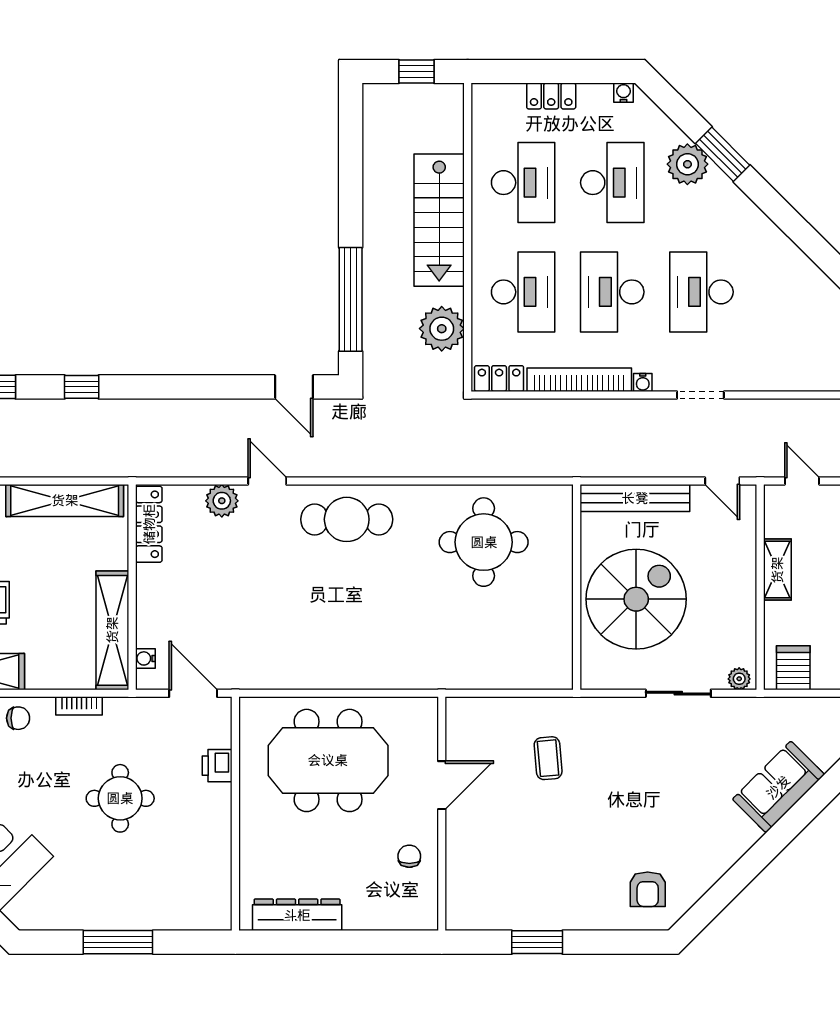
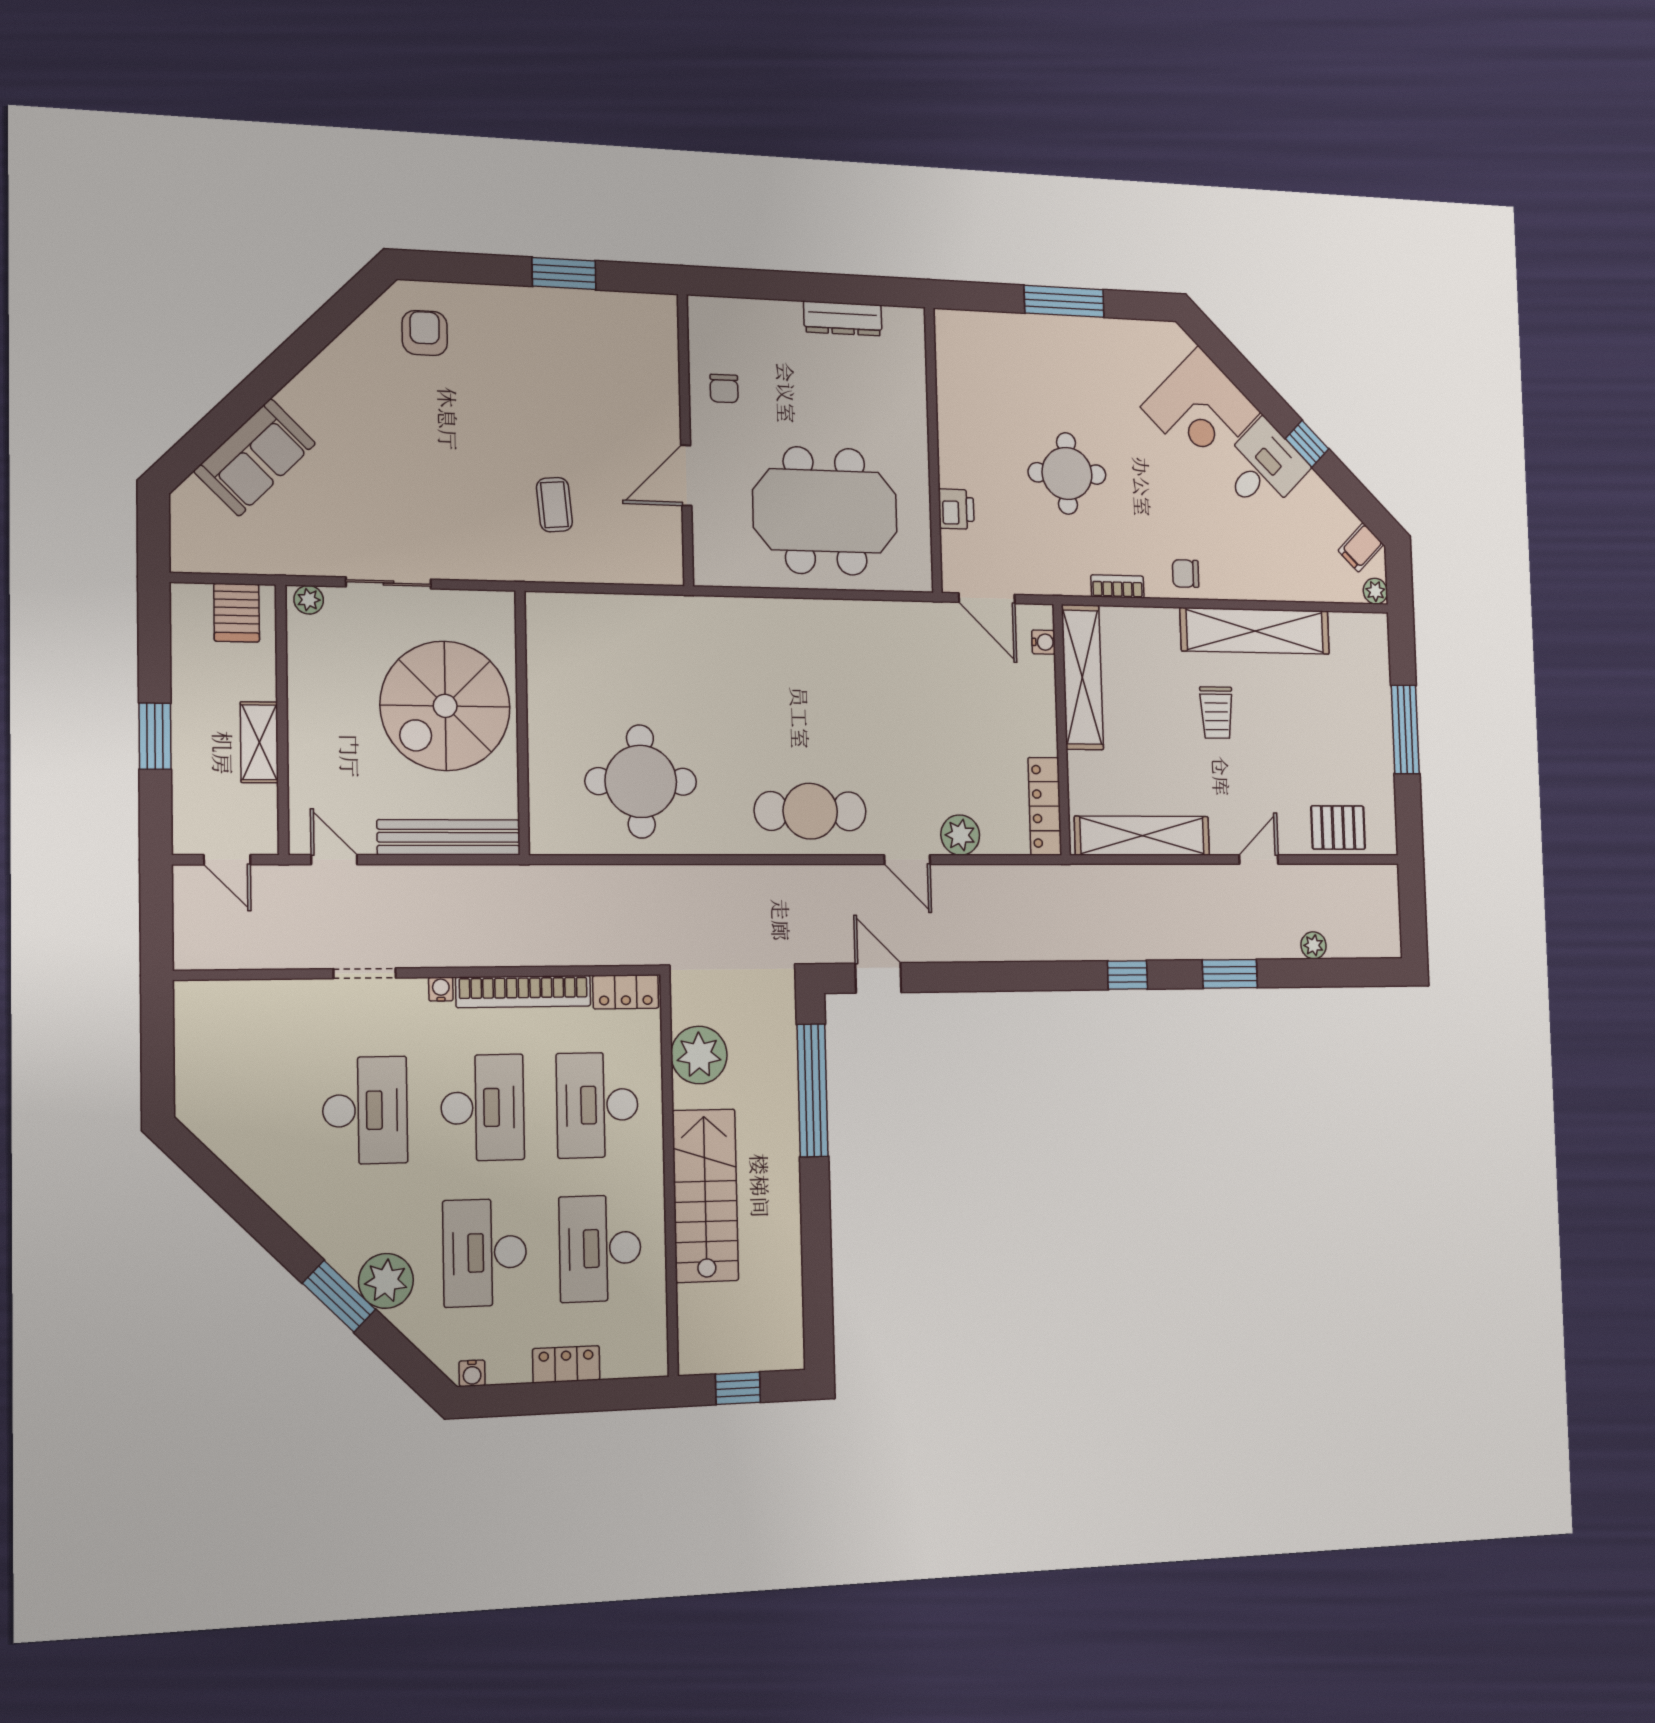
dresser: (297, 915) -> (843, 318), width x0.73, depth x0.80

